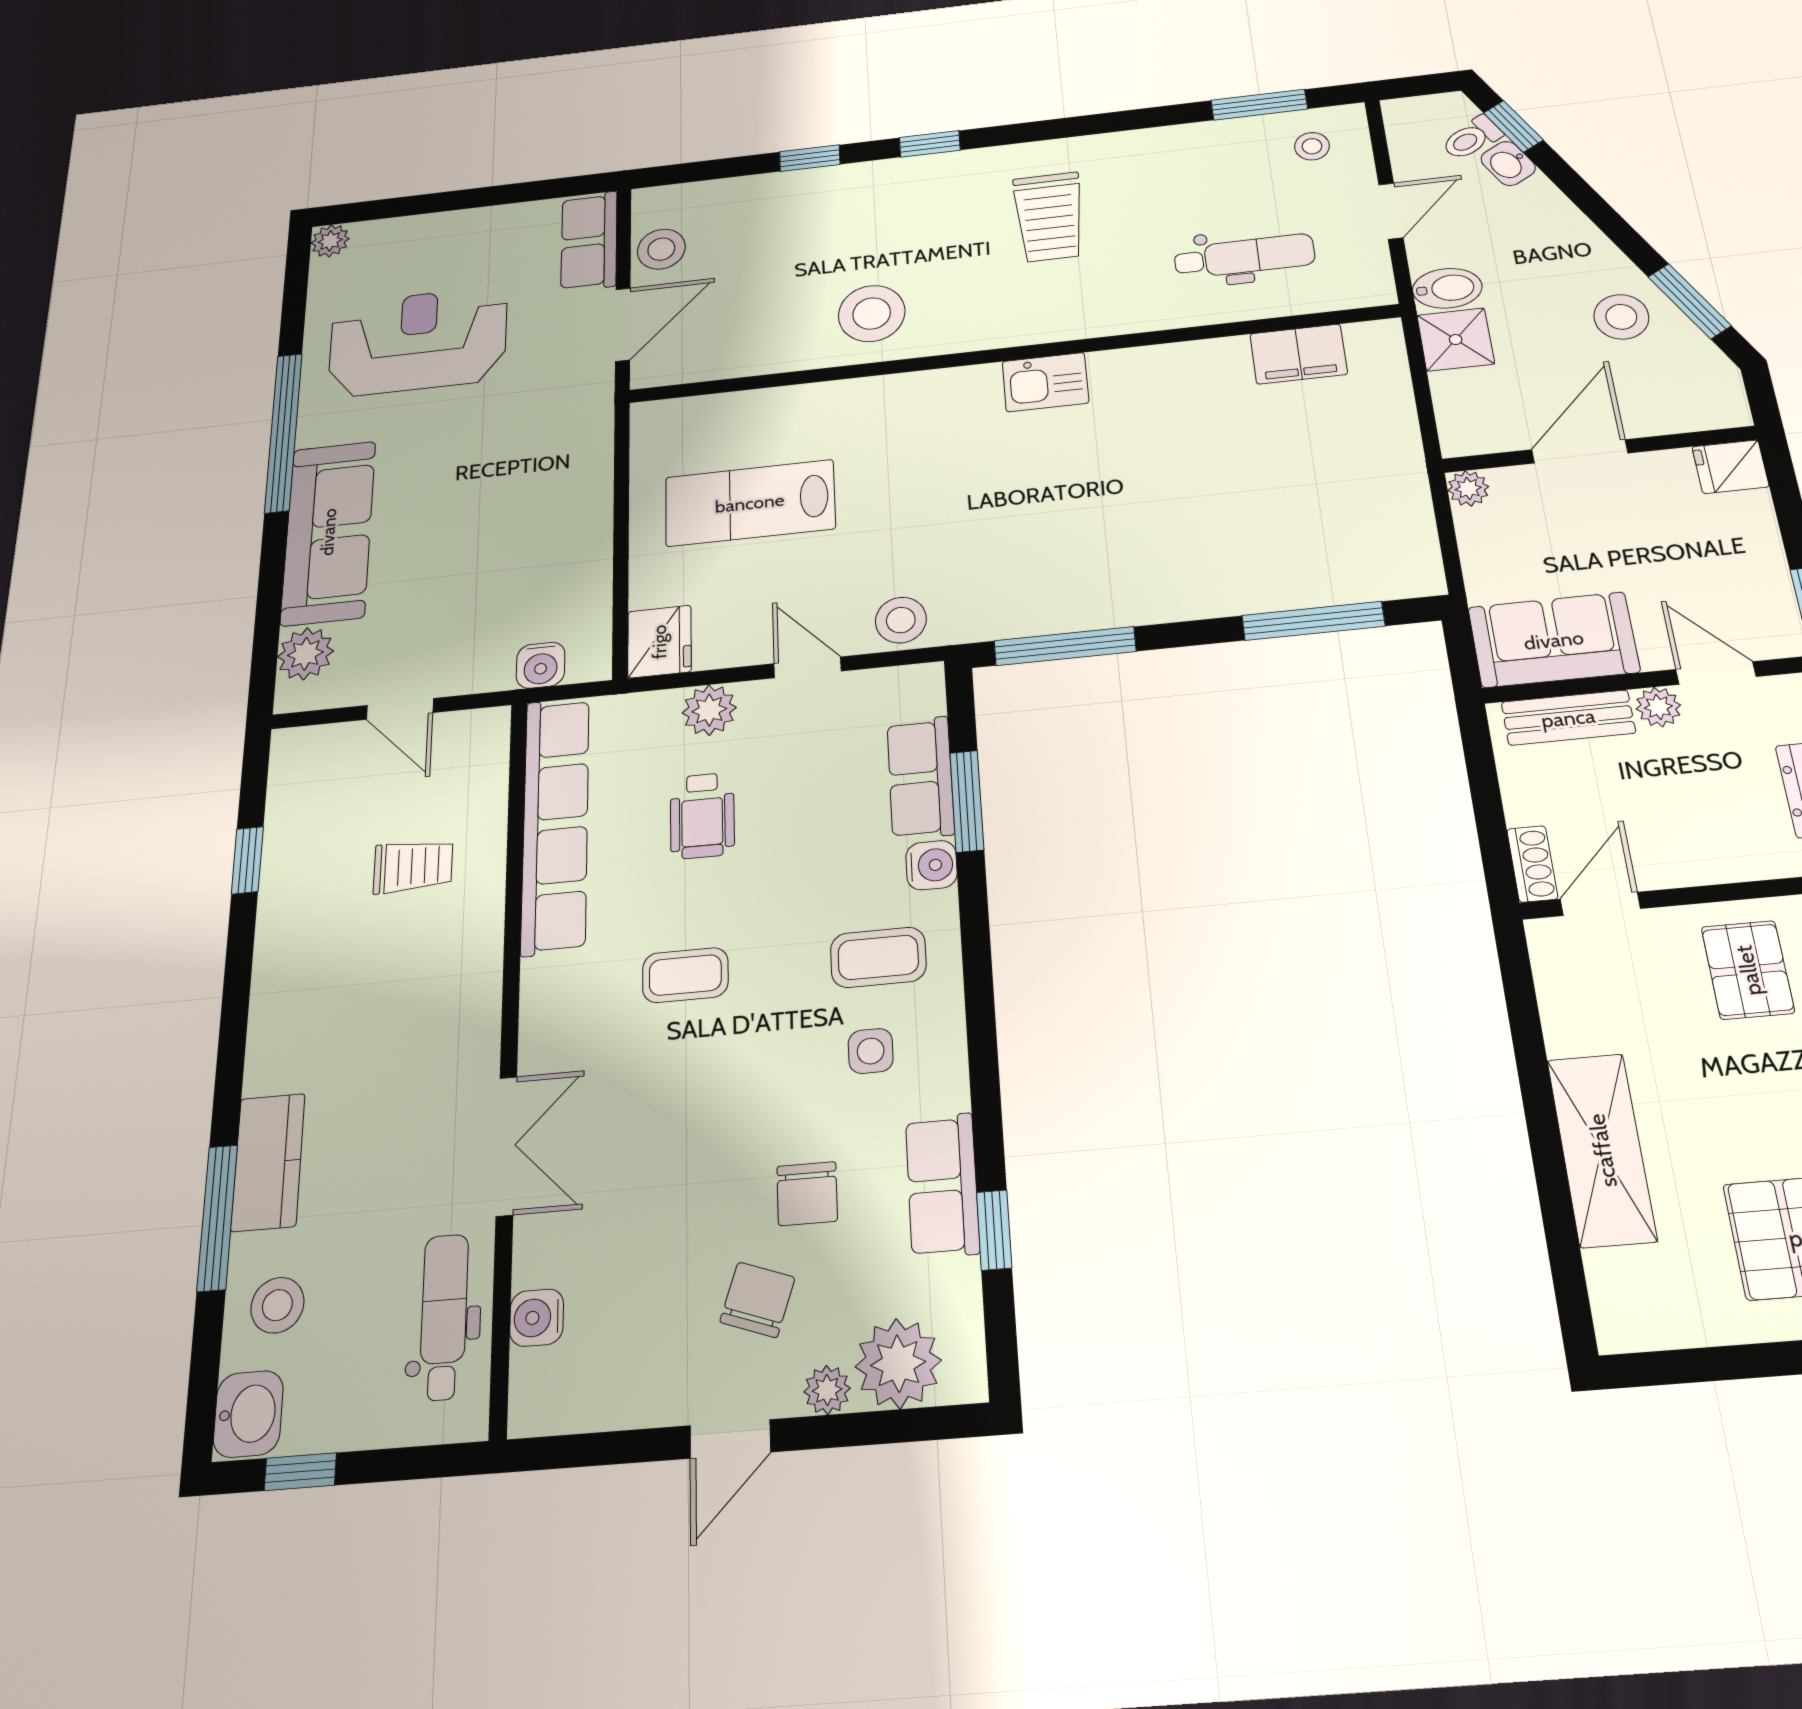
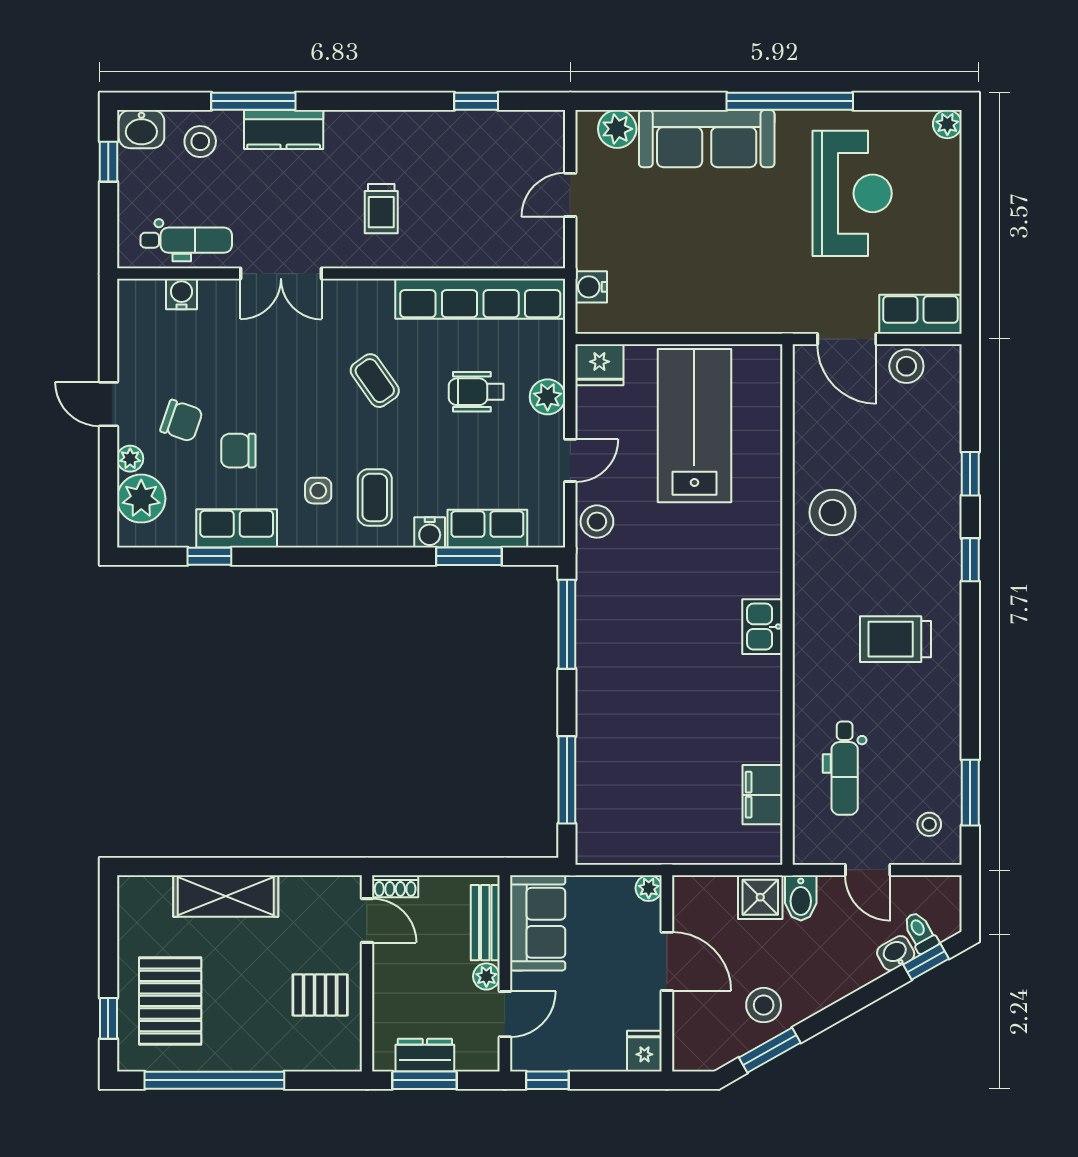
lab bench: (750, 503) -> (694, 426), width x1.36, depth x1.39
trolley: (413, 866) -> (381, 209), moved
coffee table: (685, 975) -> (375, 381), turned -35

